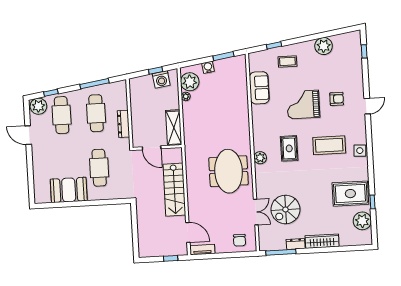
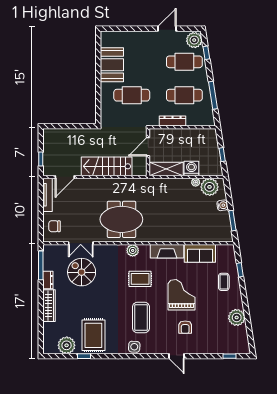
washing machine: (161, 79) -> (191, 169), moved, turned 99
fireplace: (259, 122) -> (167, 251), added
tv unit: (202, 250) -> (47, 195), width x1.41

